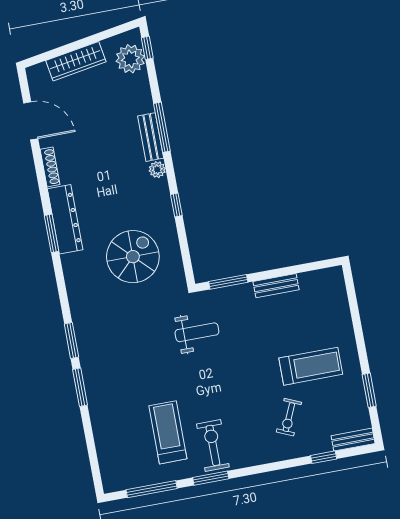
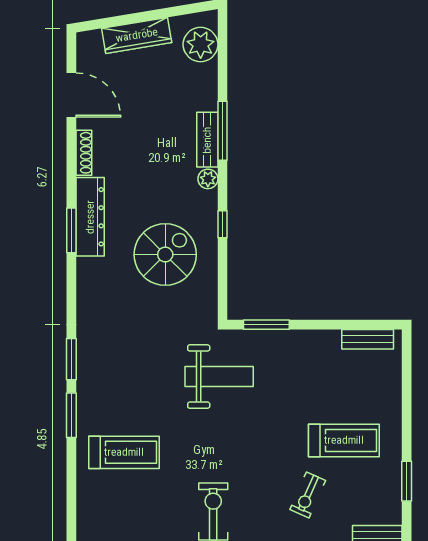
window: (147, 48) -> (223, 35), removed
spiral stairs: (133, 257) -> (165, 255), moved
bench: (276, 286) -> (368, 339), moved
weight bench: (197, 332) -> (219, 377), width x1.36, depth x1.33
treadmill: (168, 432) -> (124, 452), moved, turned 90

